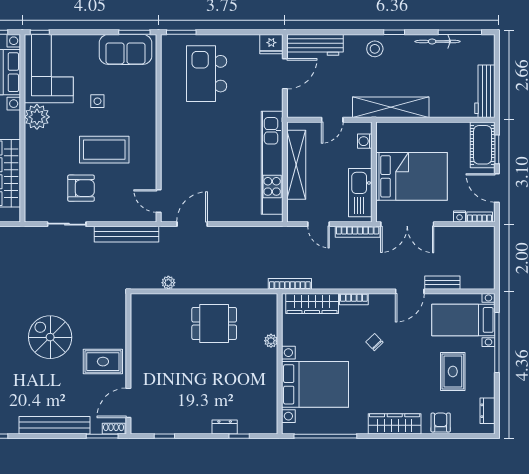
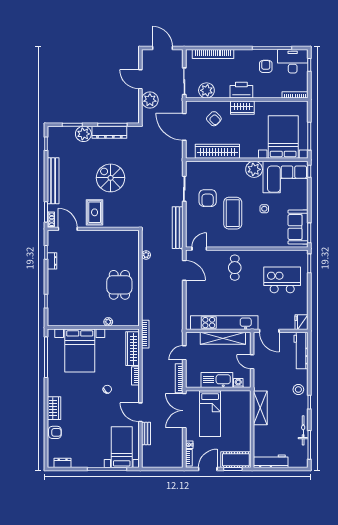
door: (285, 74) -> (269, 331), moved
shelving: (391, 107) -> (260, 408), width x0.68
cafe table: (188, 146) -> (235, 268), added
bed: (412, 176) -> (210, 413), width x0.67
kitchen sink: (360, 193) -> (217, 380), moved
spiral stairs: (50, 337) -> (111, 178), turned -90
rug: (453, 371) -> (88, 440), removed
wardrobe: (395, 424) -> (54, 408), width x0.67
dresser: (225, 427) -> (52, 261), moved

